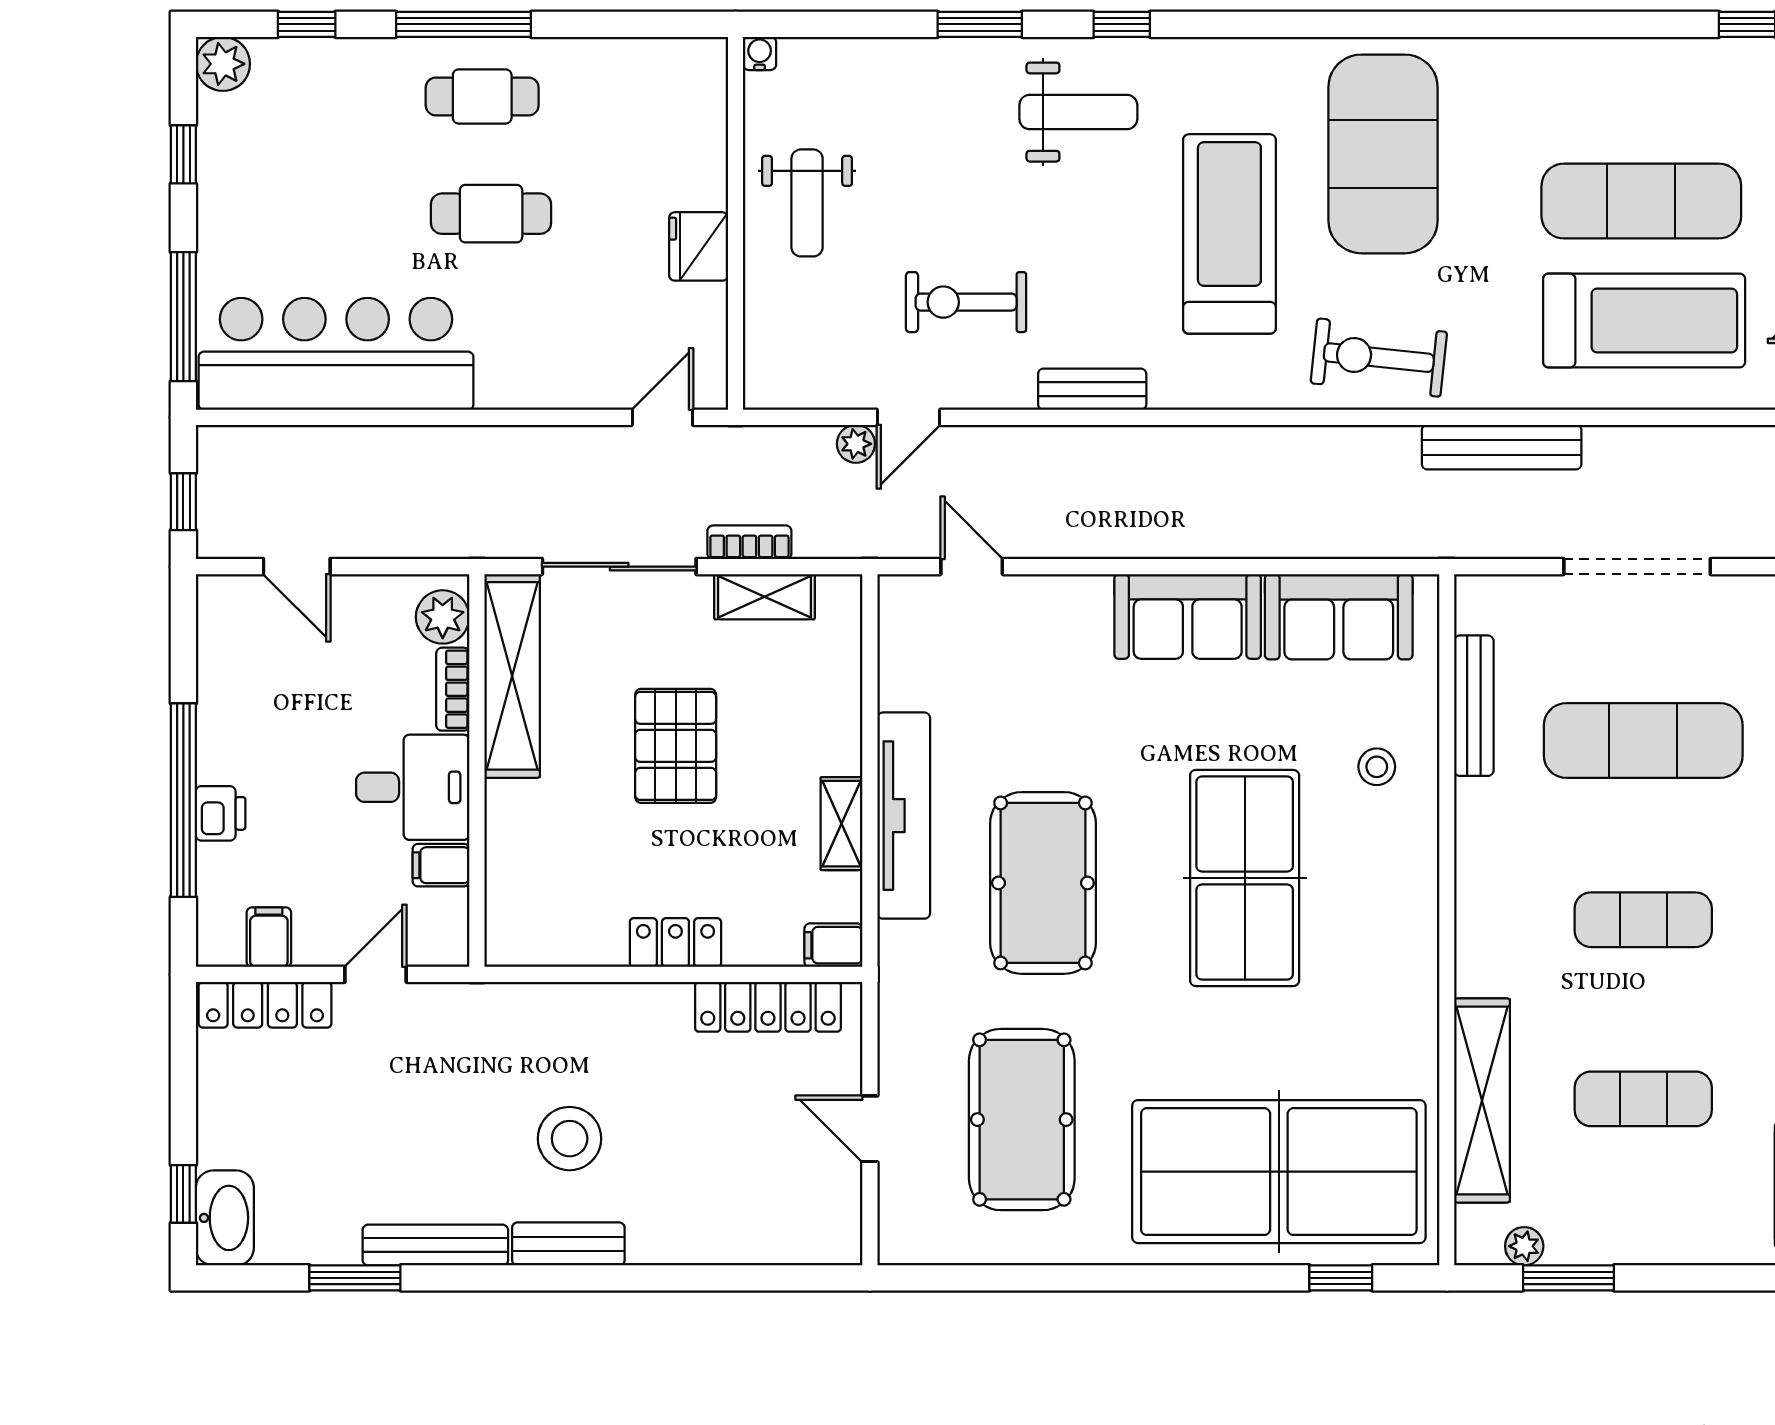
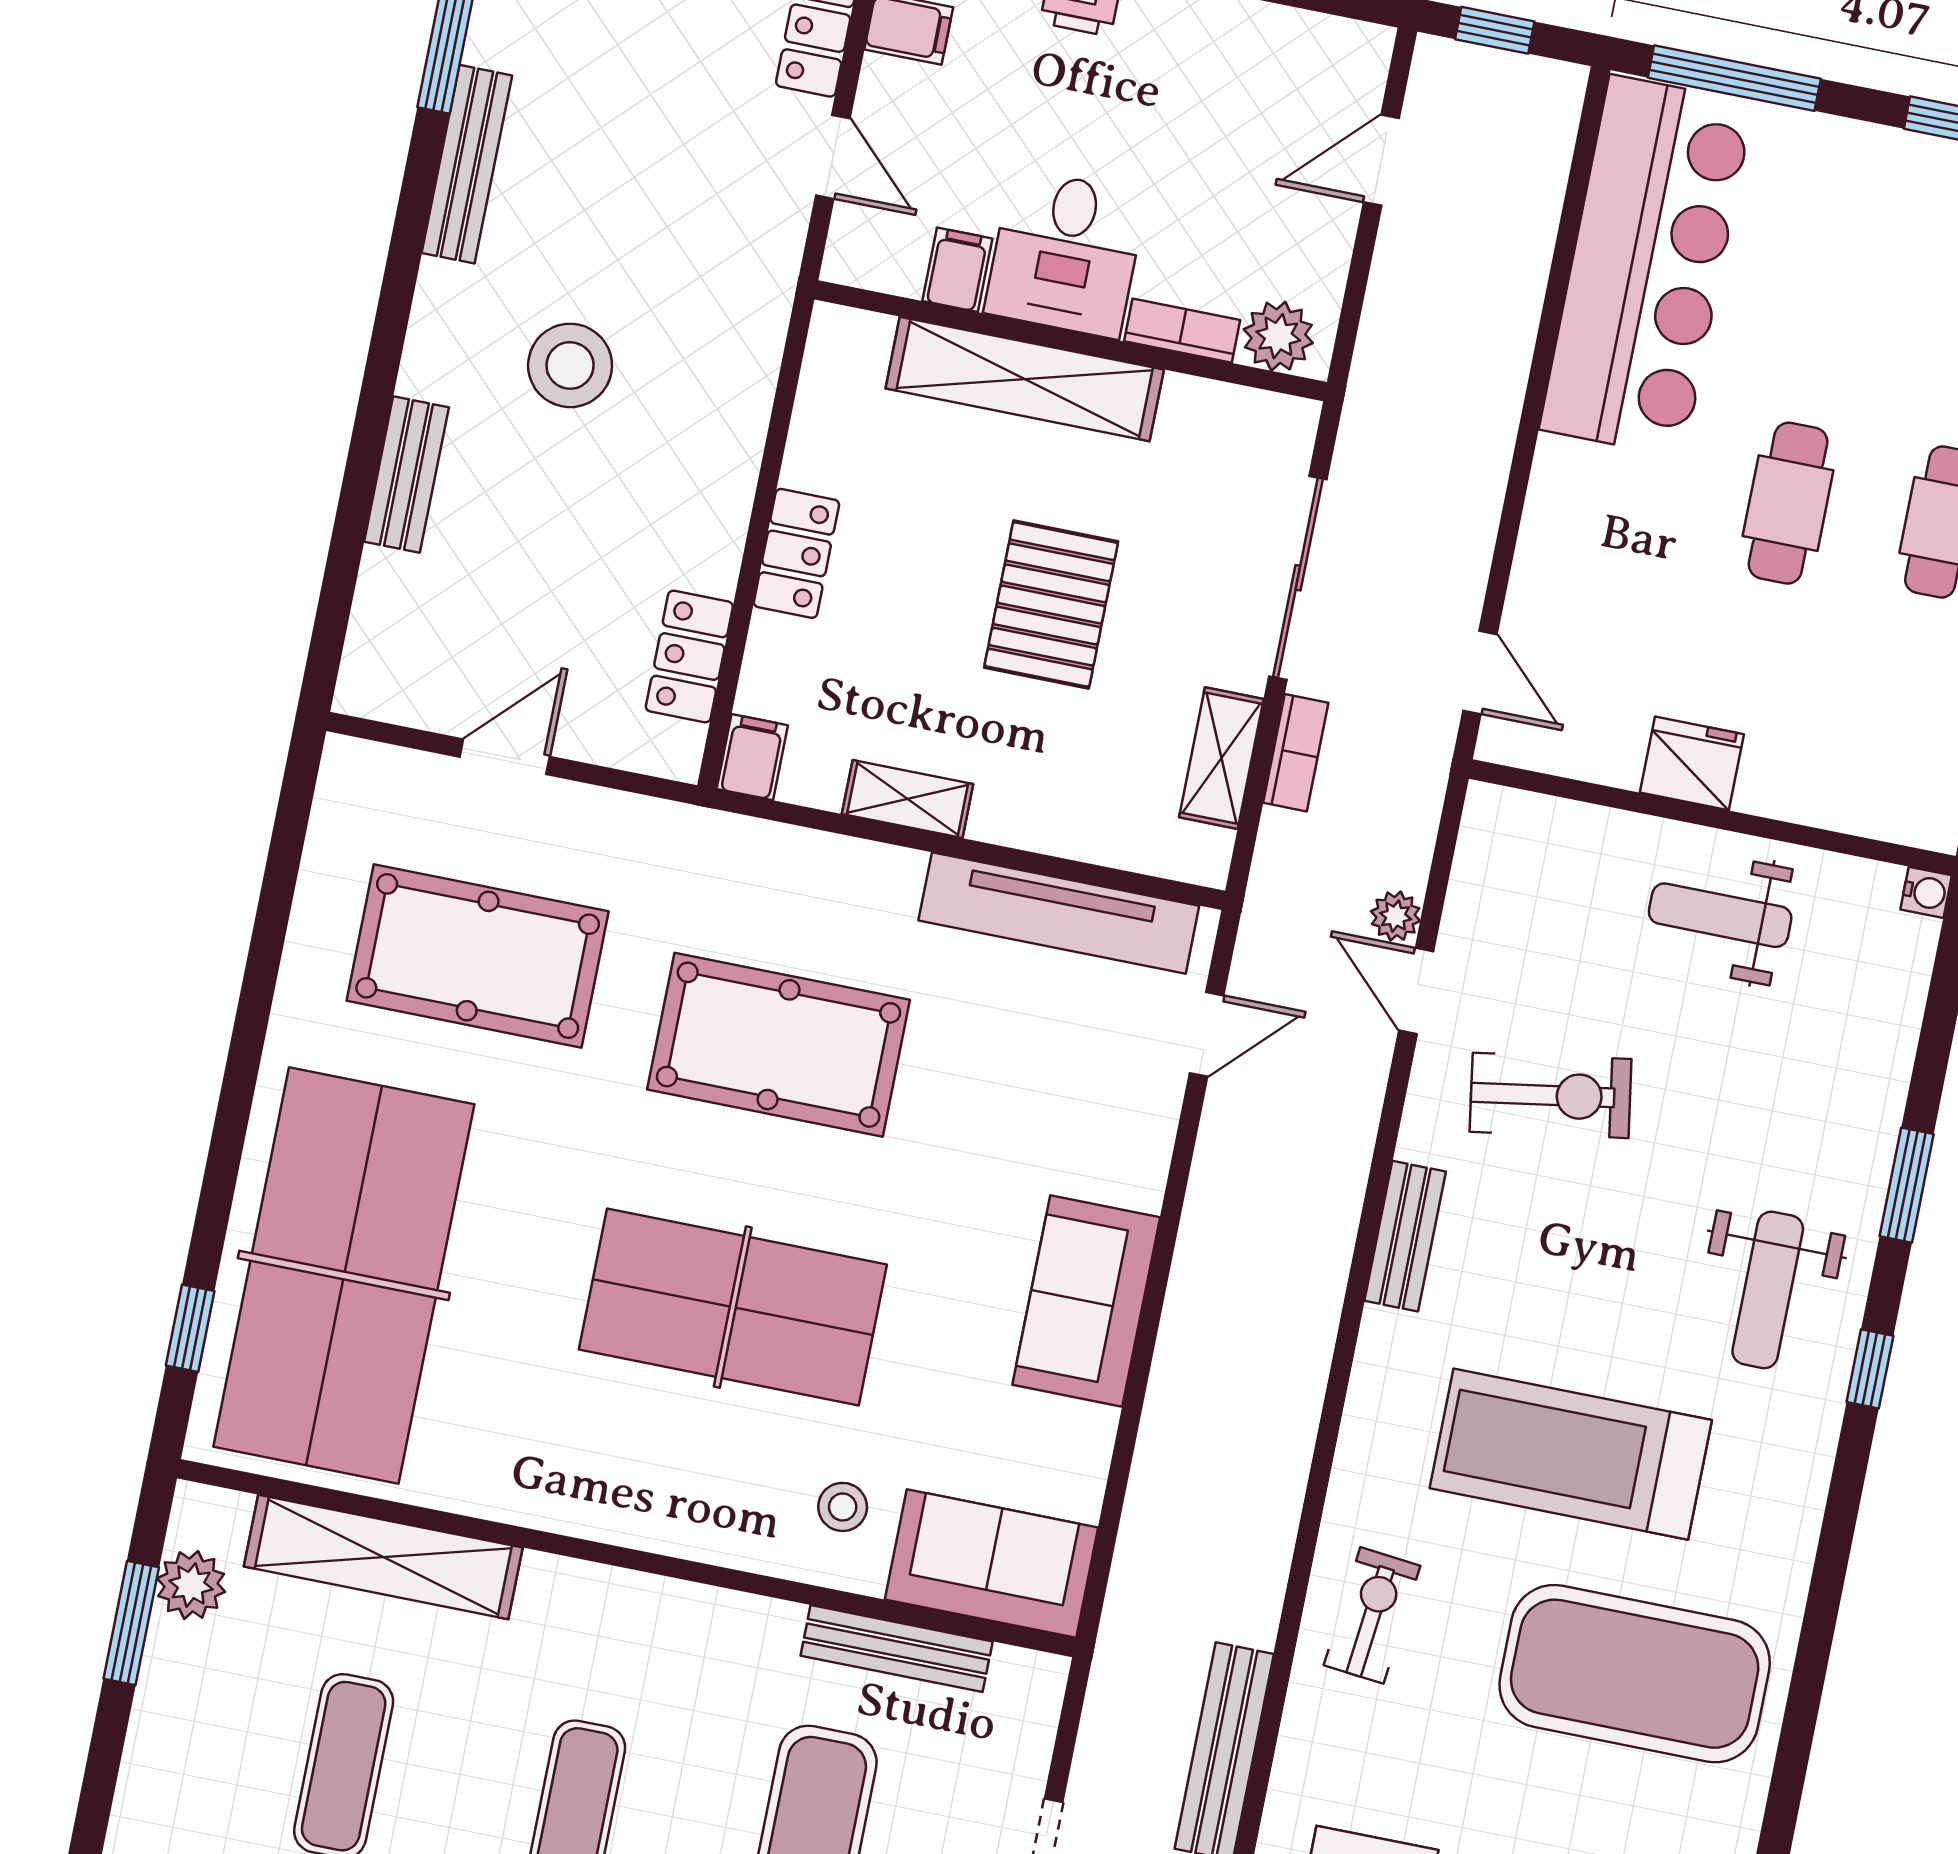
treadmill: (1229, 234) -> (1571, 1454), turned 180
exercise bike: (966, 302) -> (1551, 1095), turned 81
exercise bike: (1379, 358) -> (1372, 1615), width x0.73, depth x0.72
sofa: (1339, 617) -> (992, 1563), moved, turned 90
shelving: (512, 676) -> (1025, 379), moved
pallet: (676, 746) -> (1051, 604), turned 90
tv unit: (904, 816) -> (1059, 913), moved
locker: (768, 1007) -> (689, 657), width x0.66
bench: (568, 1244) -> (406, 475), moved
plant: (1524, 1246) -> (191, 1585), width x1.38, depth x1.38

